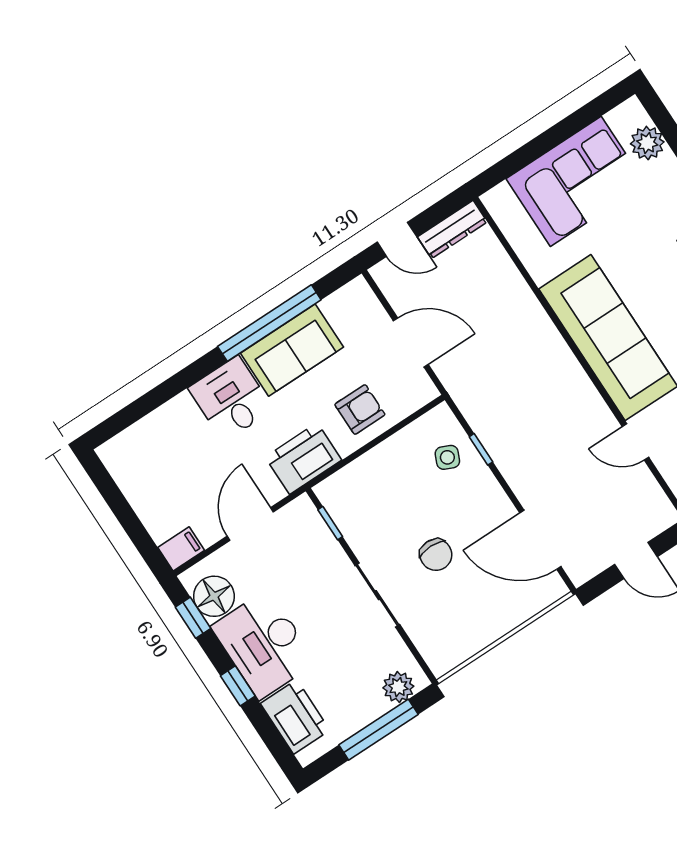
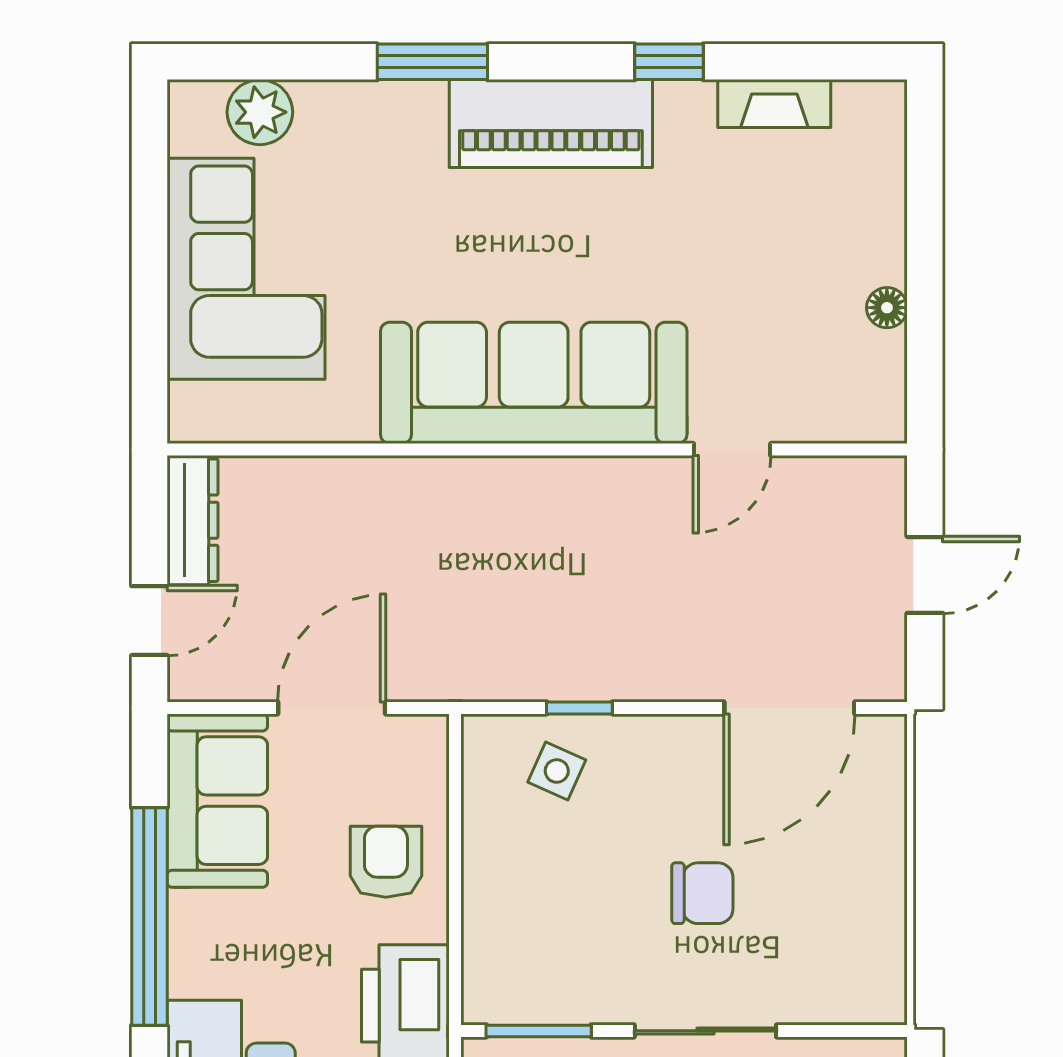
sofa: (292, 350) -> (217, 801), moved
window: (330, 523) -> (539, 1031), width x1.50

